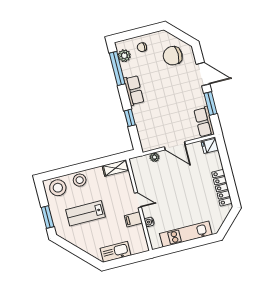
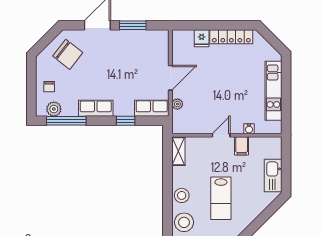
chair: (173, 56) -> (68, 54), turned -52
row of seats: (204, 122) -> (152, 108), moved, turned 180
fridge: (210, 146) -> (202, 38), moved

